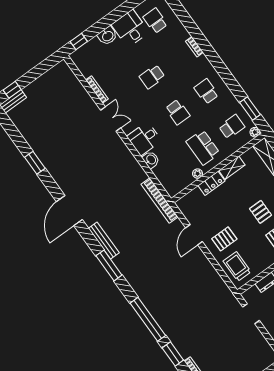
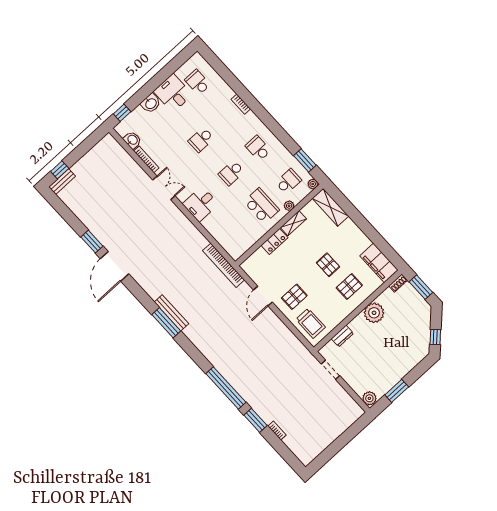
school desk: (178, 112) -> (231, 173), turned 90
school desk: (203, 147) -> (262, 206), turned 180
washbasin: (151, 160) -> (132, 140), moved
plant: (198, 174) -> (289, 206), moved
door: (69, 211) -> (114, 266), moved
window: (109, 265) -> (166, 323), moved
trolley: (237, 266) -> (311, 323), turned 180

